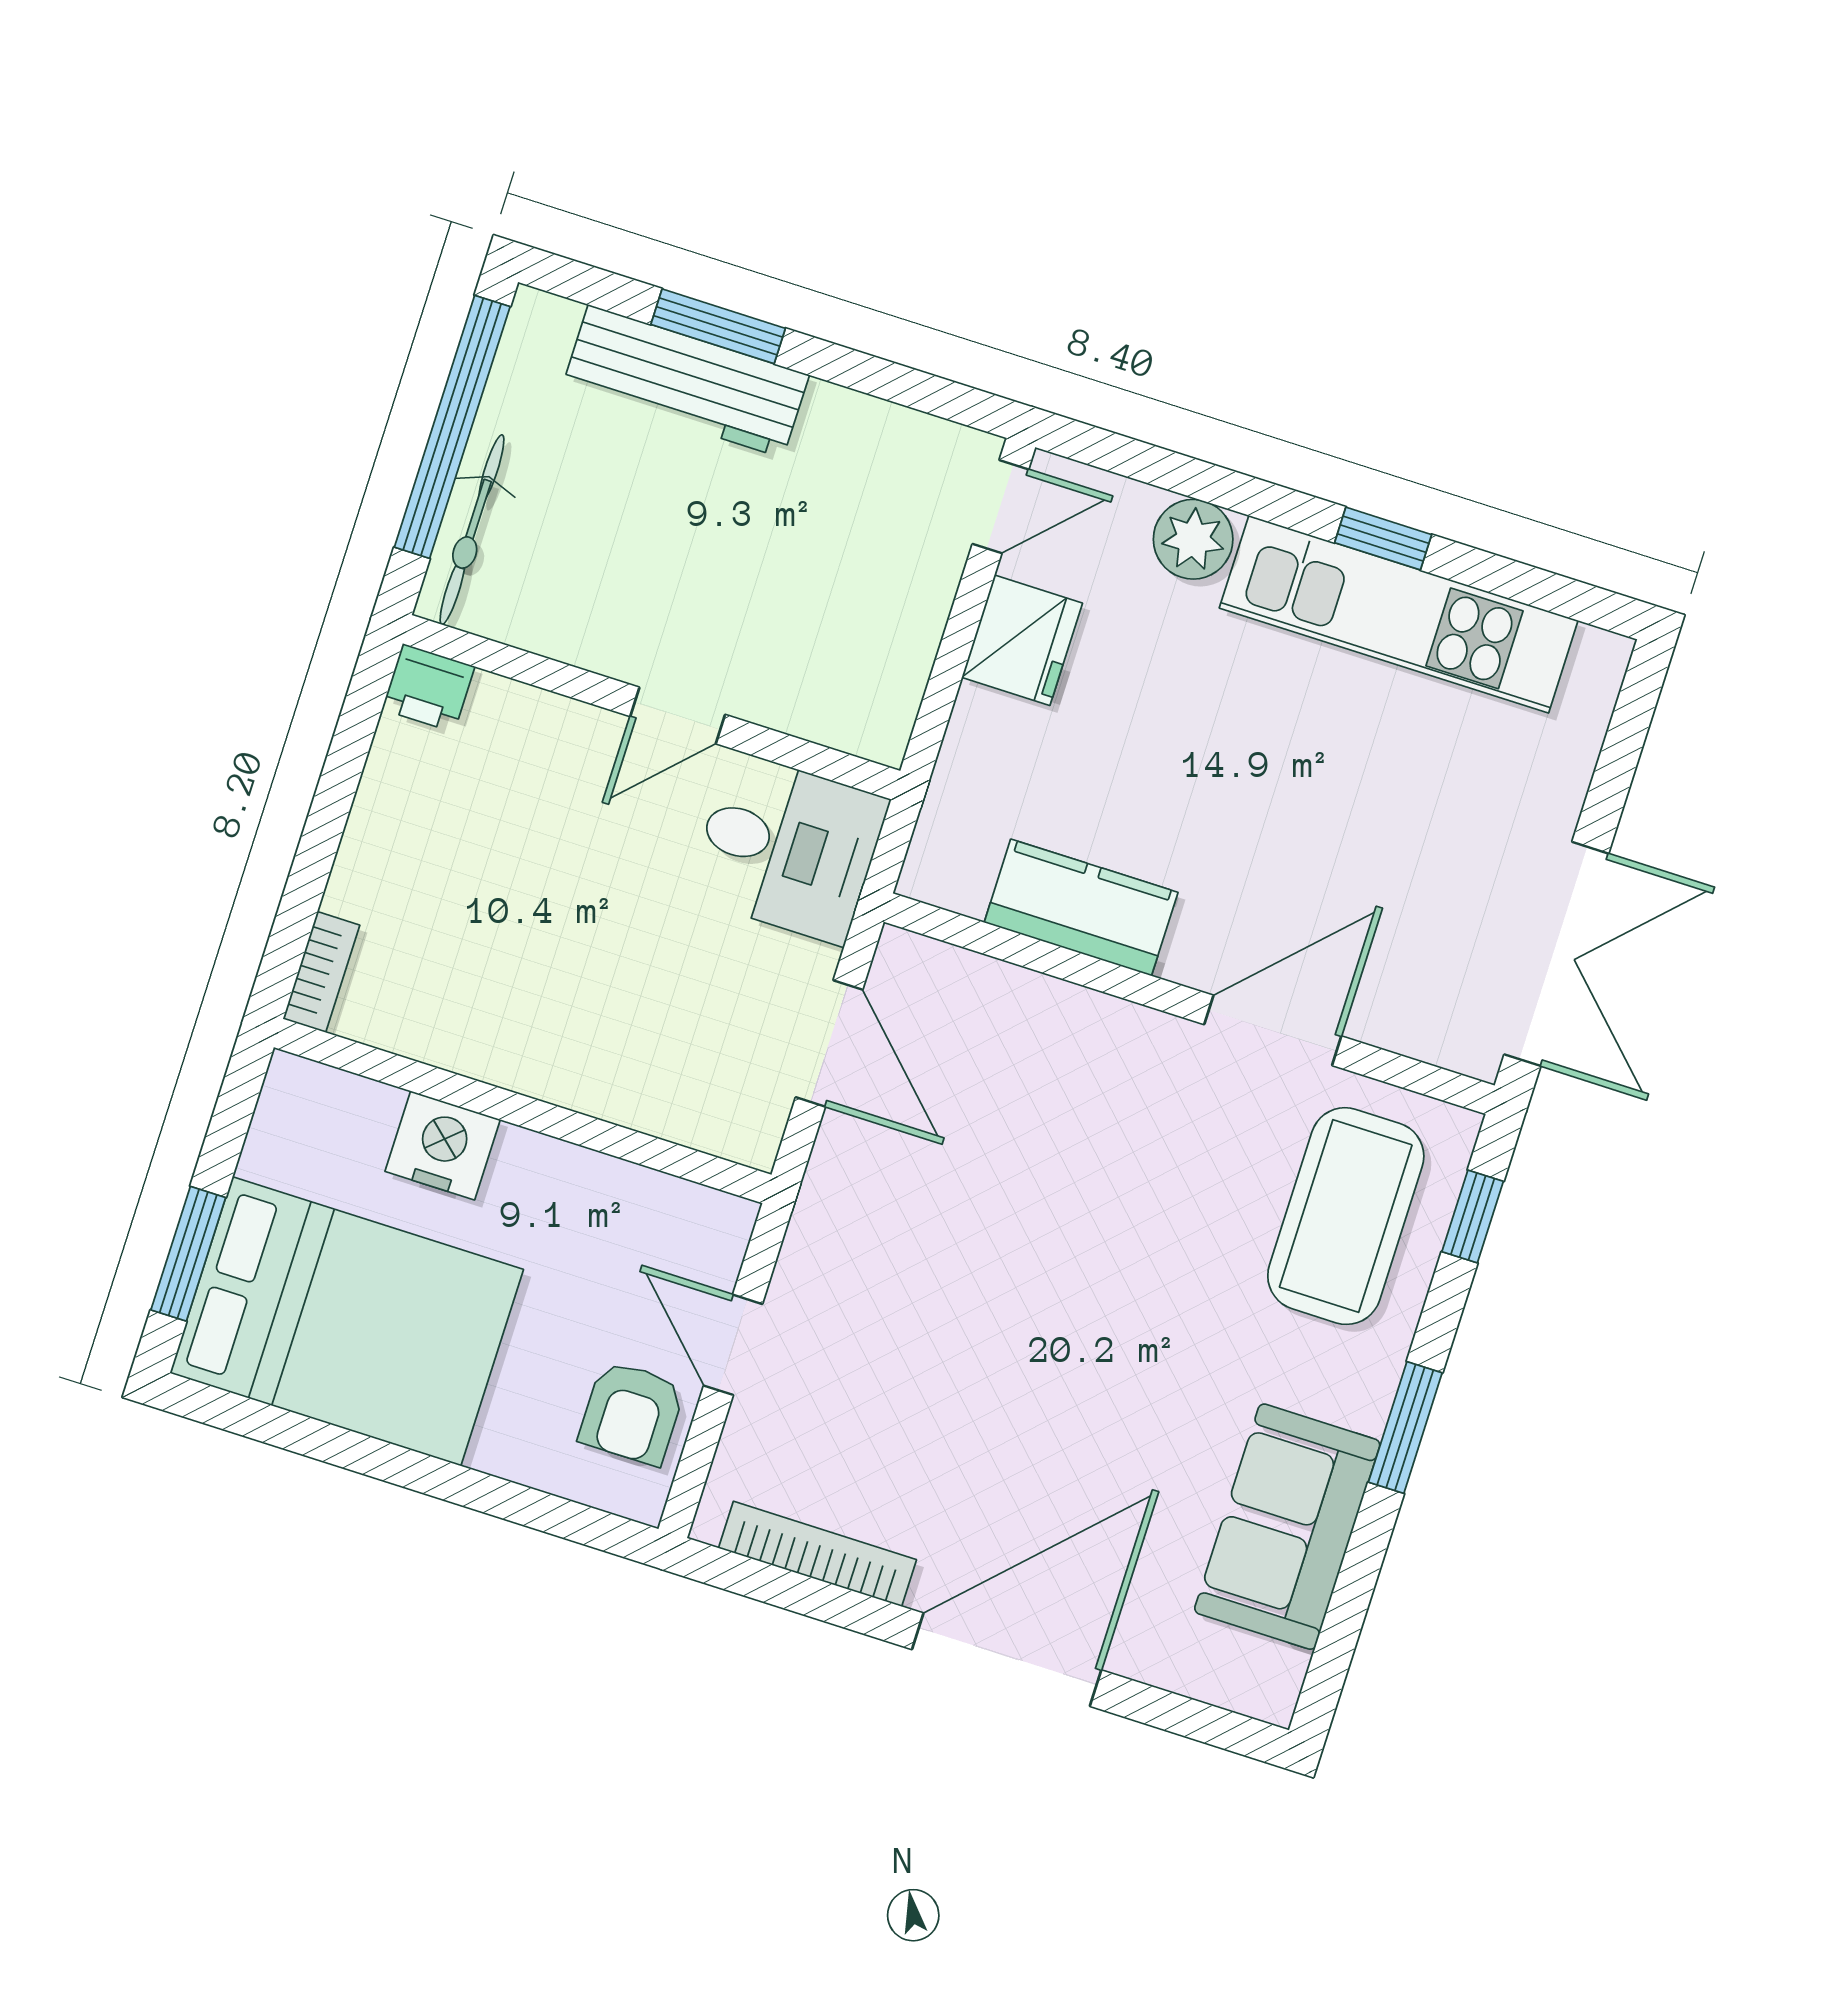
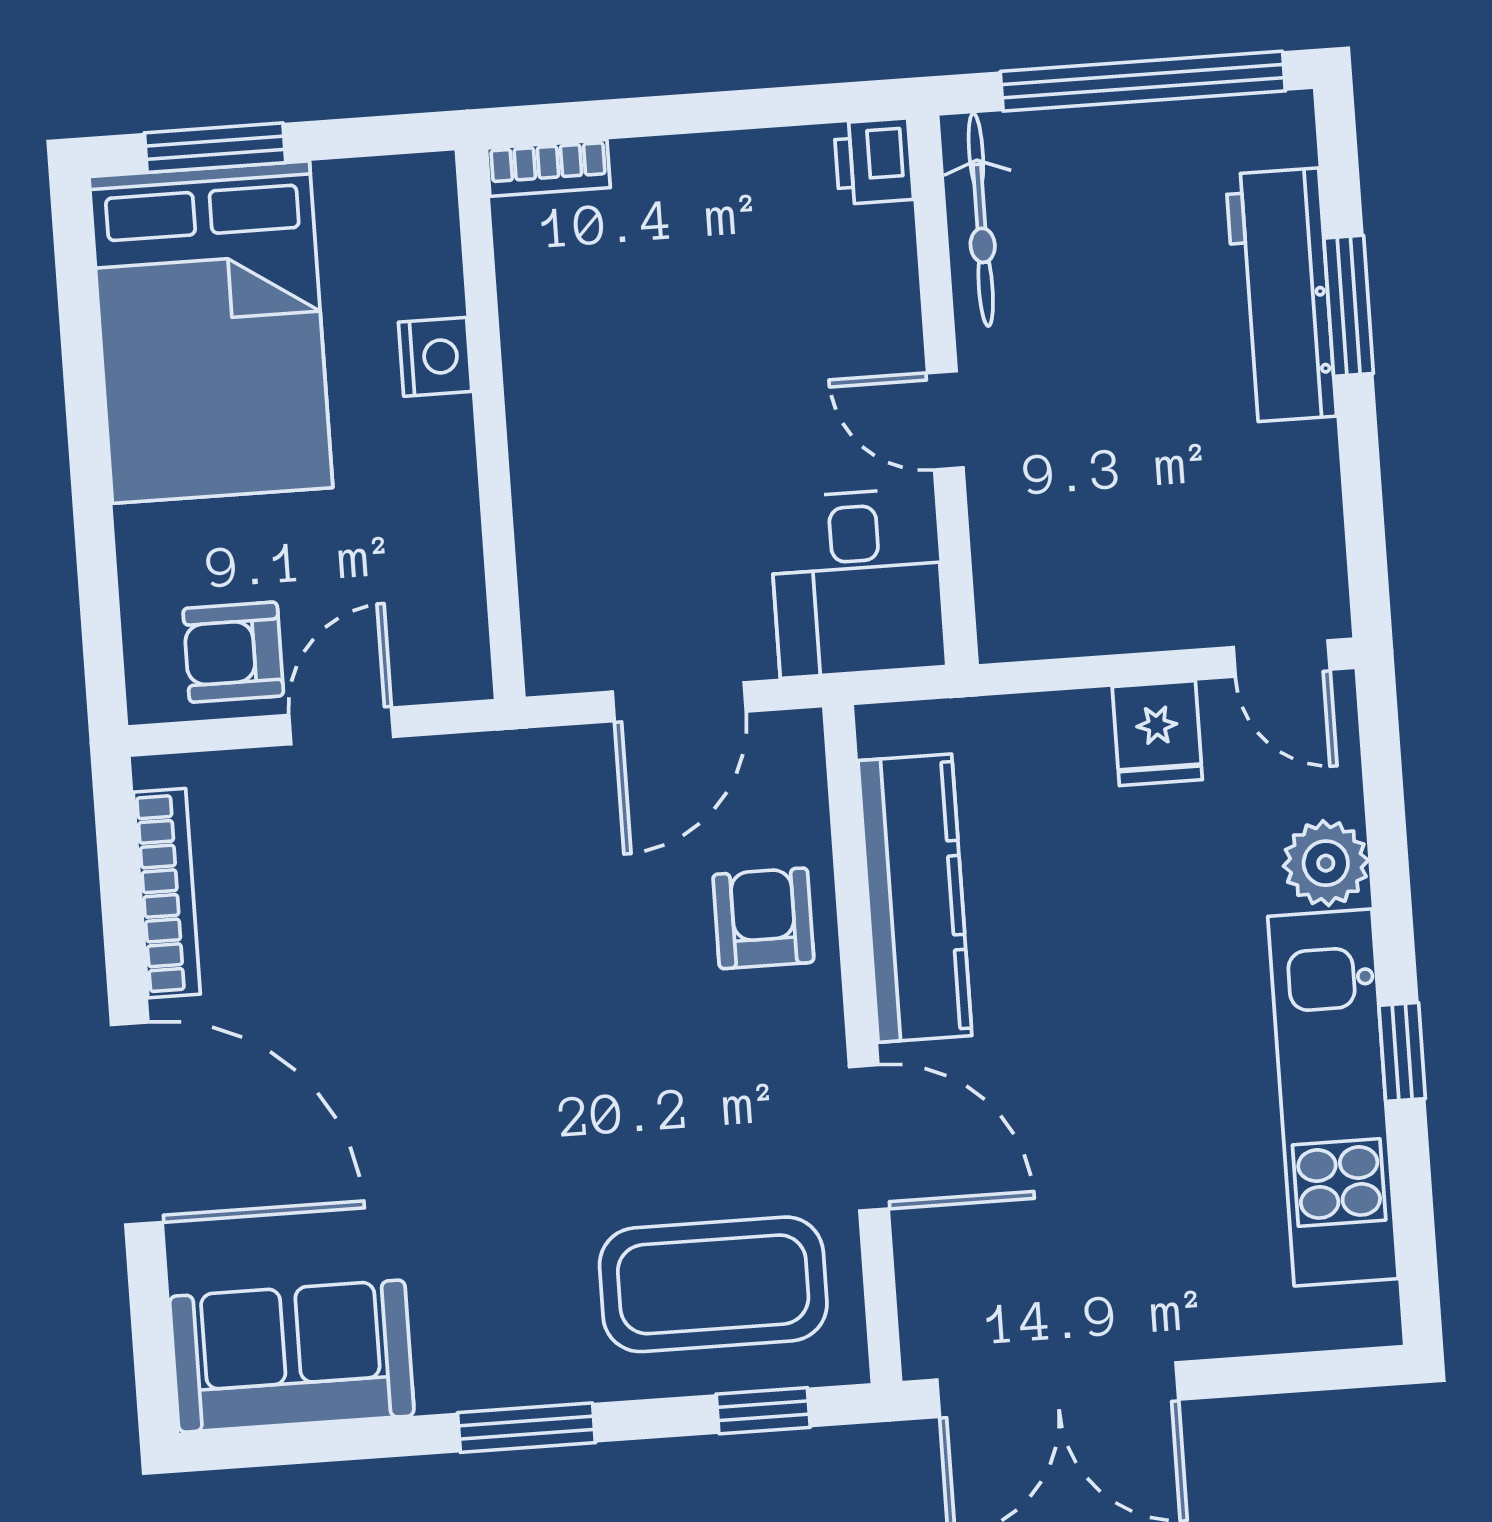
bicycle: (472, 530) -> (981, 220), moved, turned -90
fridge: (1022, 640) -> (1157, 733), width x0.72
kitchen counter: (1081, 907) -> (915, 898), width x1.50
armchair: (1046, 1046) -> (763, 918), added
nightstand: (443, 1145) -> (435, 357), width x0.74, depth x0.75
sofa: (1287, 1527) -> (292, 1356), moved

